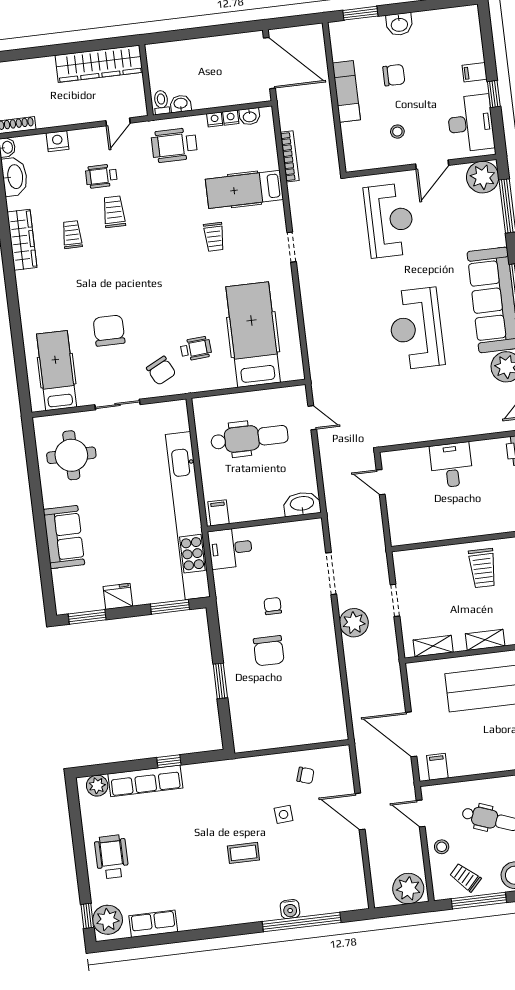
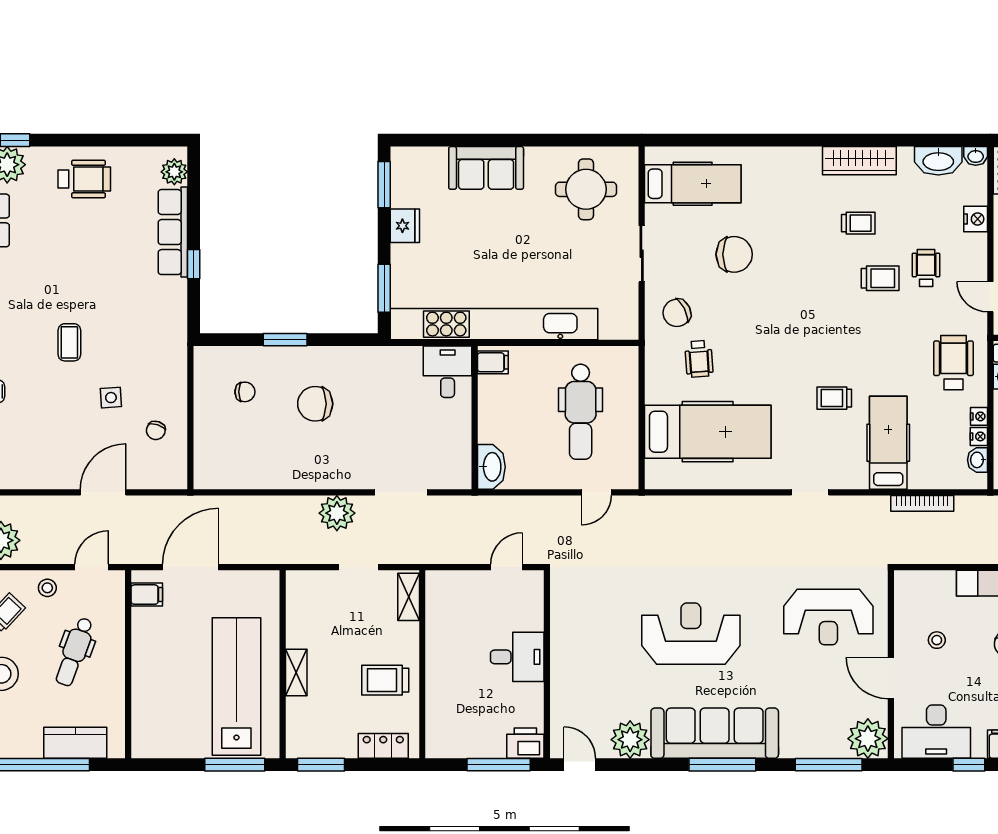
chair: (273, 606) -> (245, 392), moved
shelving: (433, 646) -> (409, 597), moved

